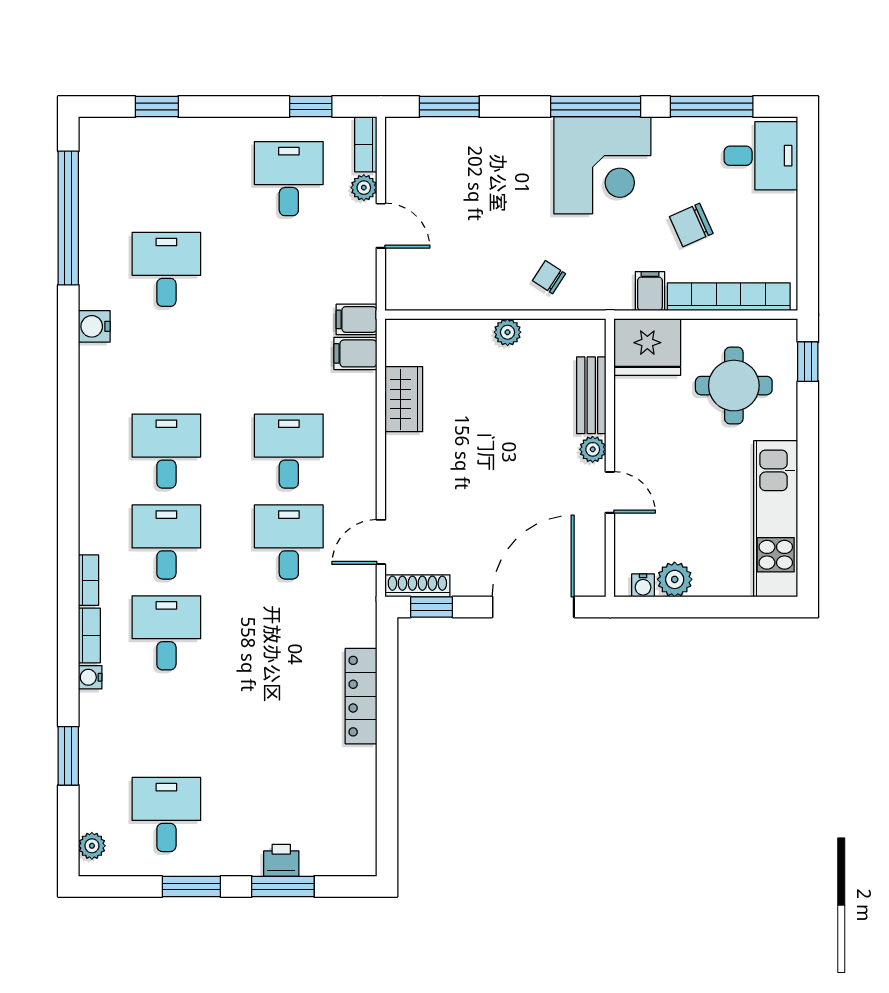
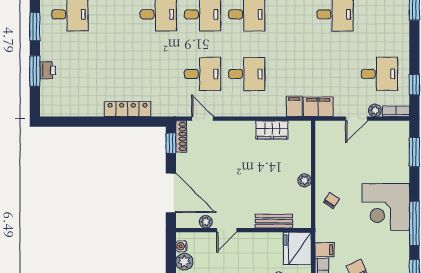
corner desk: (602, 165) -> (386, 207), moved
filing cabinet: (356, 319) -> (318, 107), width x2.00
plant: (593, 449) -> (206, 222), moved

